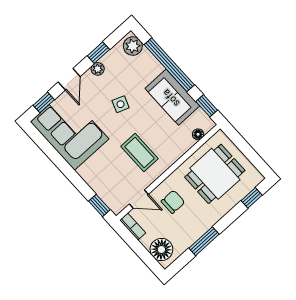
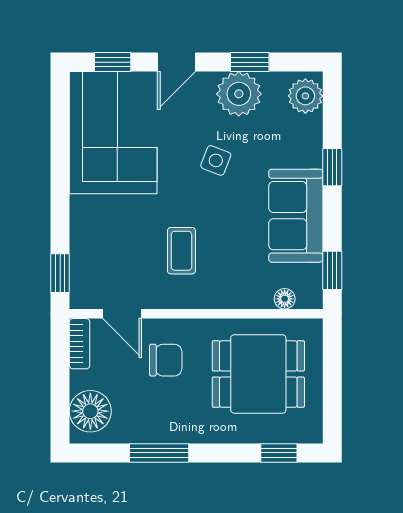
window: (169, 65) -> (332, 167), width x0.32
plant: (98, 69) -> (239, 94), width x1.88, depth x1.88
coffee table: (140, 153) -> (181, 251), width x0.73, depth x0.77

